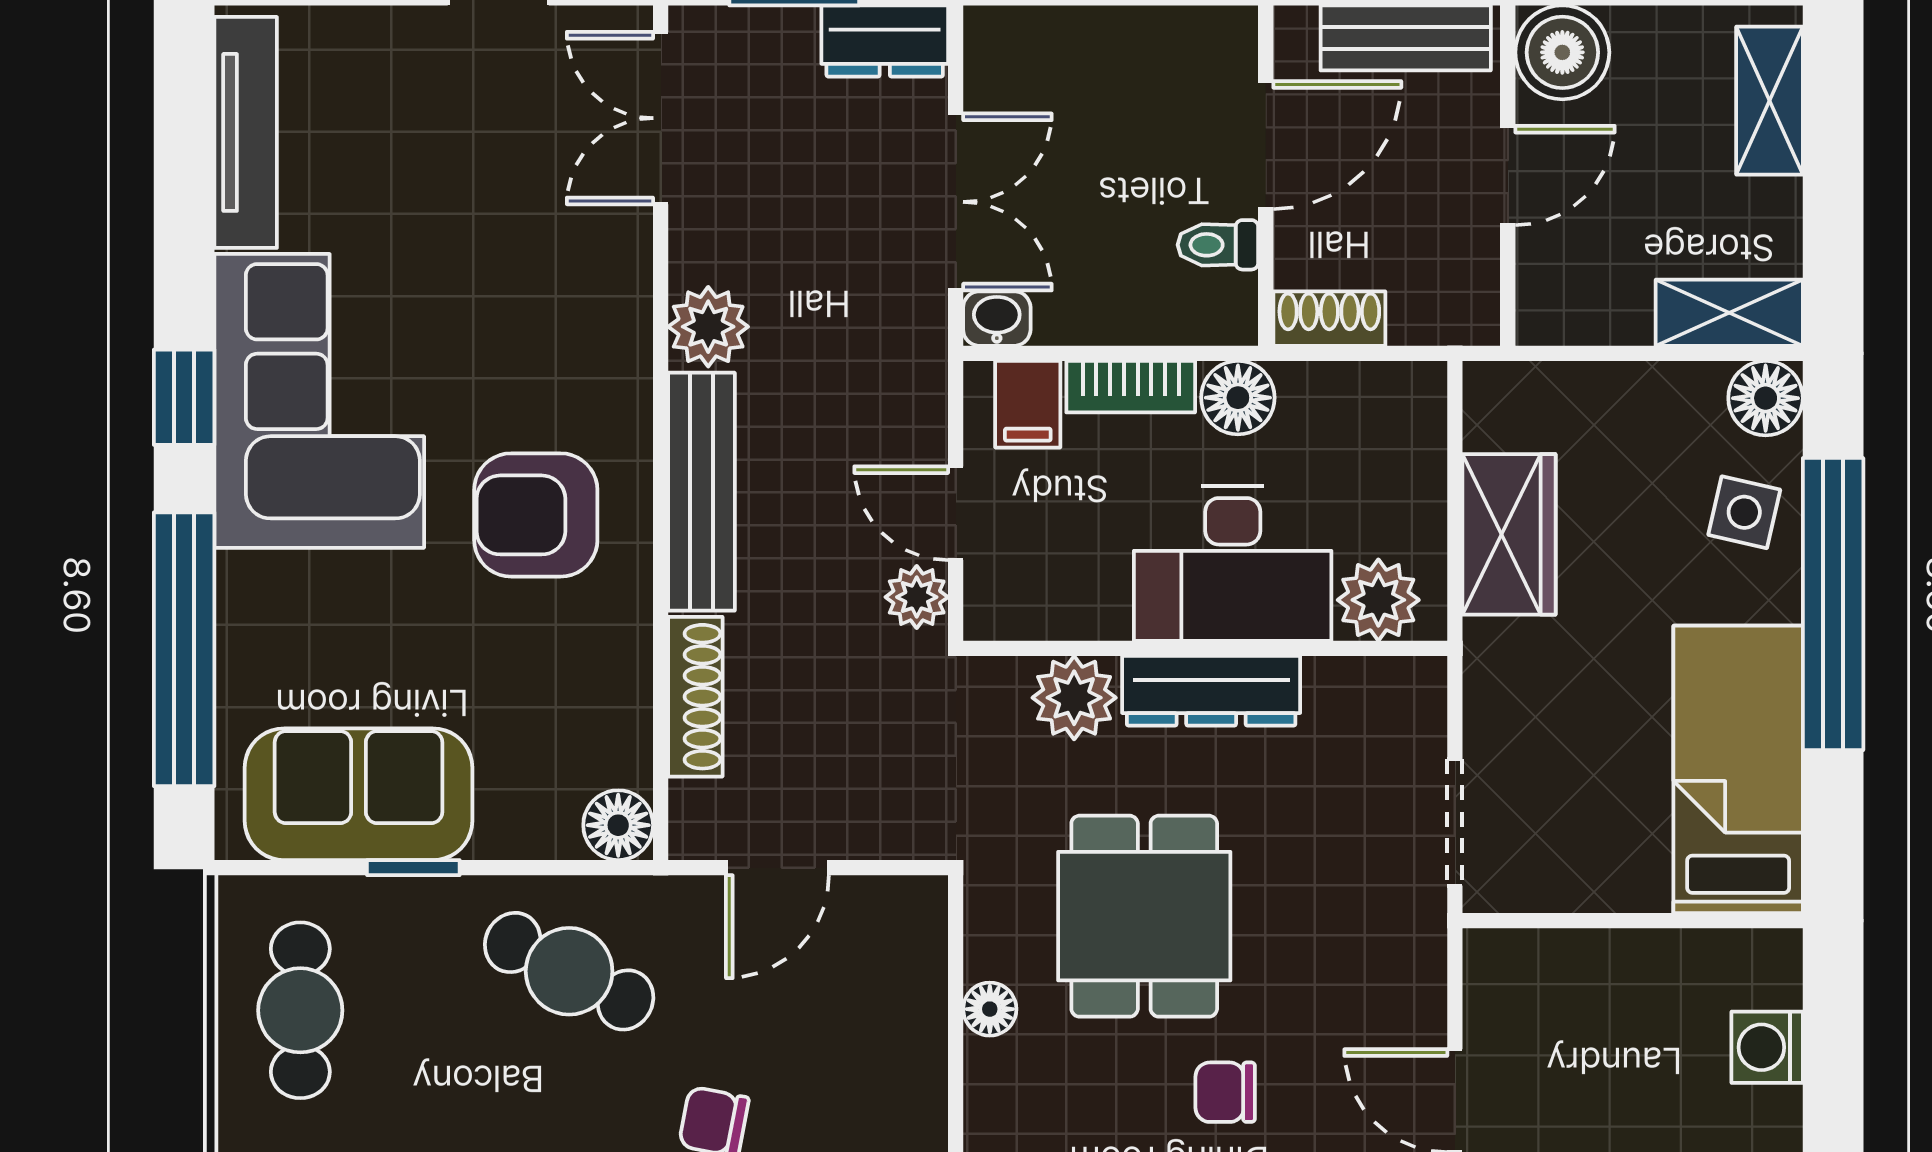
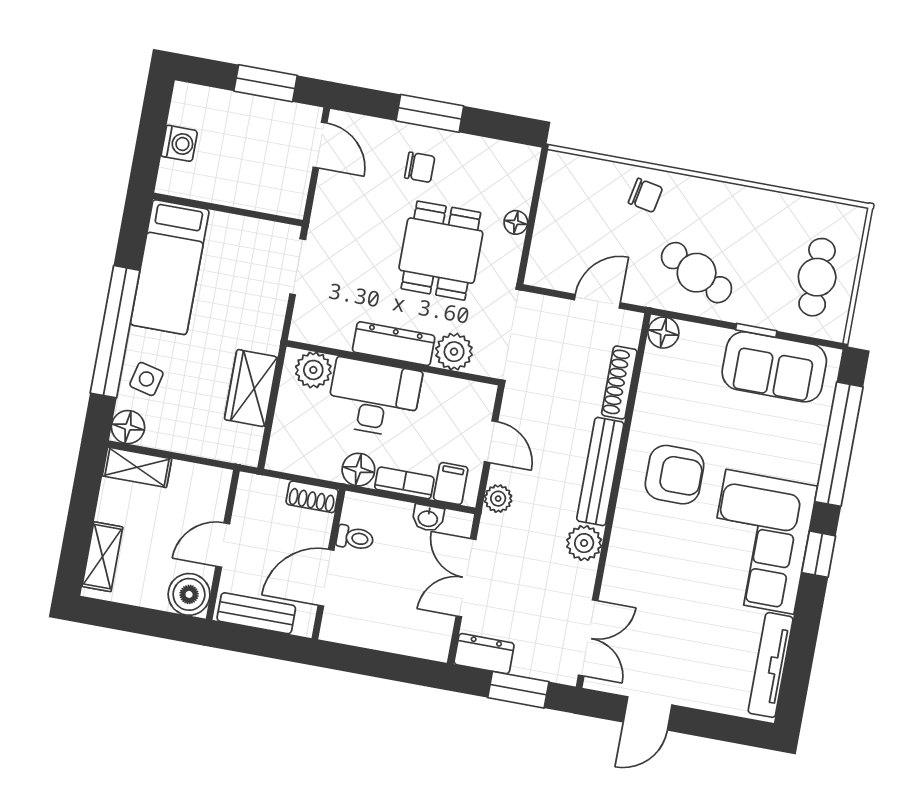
washbasin: (997, 319) -> (428, 518), moved
plant: (917, 597) -> (498, 499), moved

